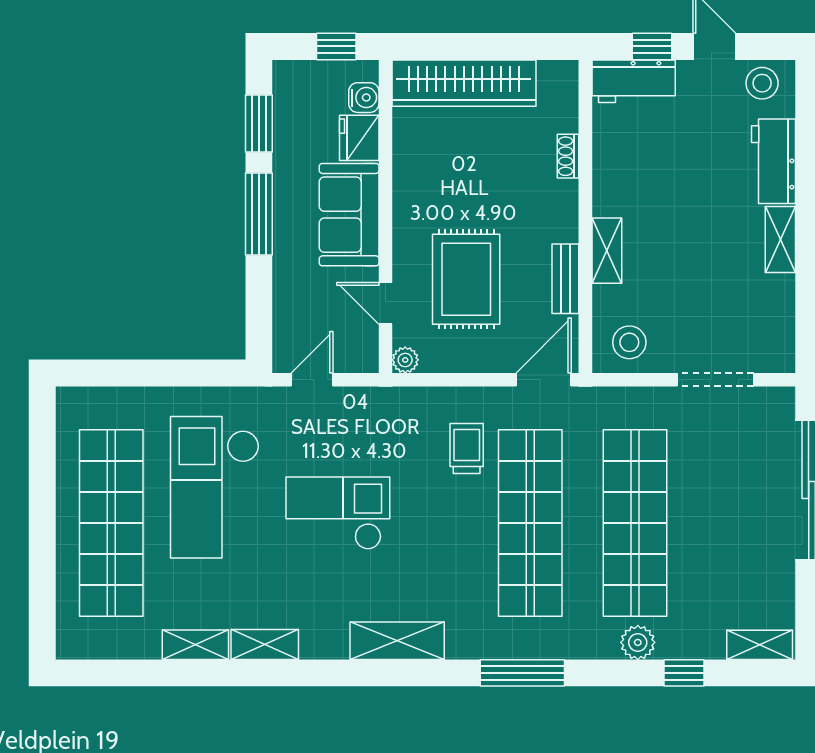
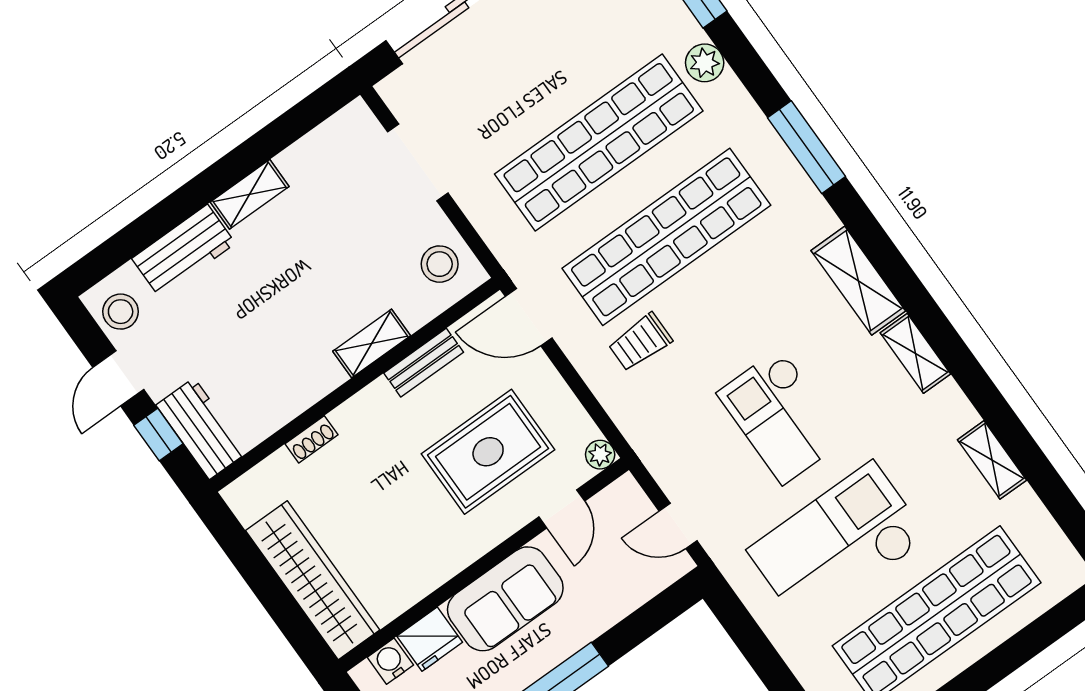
checkout: (215, 487) -> (838, 544), turned 180
shelving: (265, 644) -> (915, 353), moved

